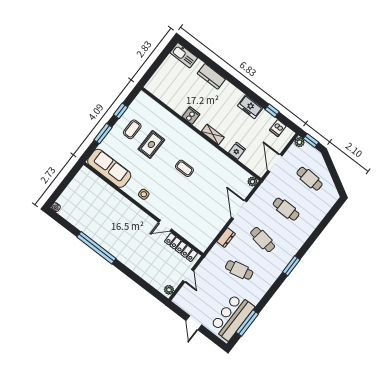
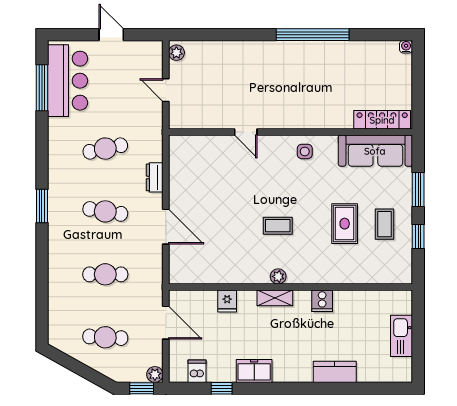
kitchen sink: (184, 55) -> (402, 336), moved, turned -90
plant: (252, 182) -> (278, 276), moved
door: (165, 226) -> (246, 132), swing flipped
locker: (181, 247) -> (382, 120), moved

